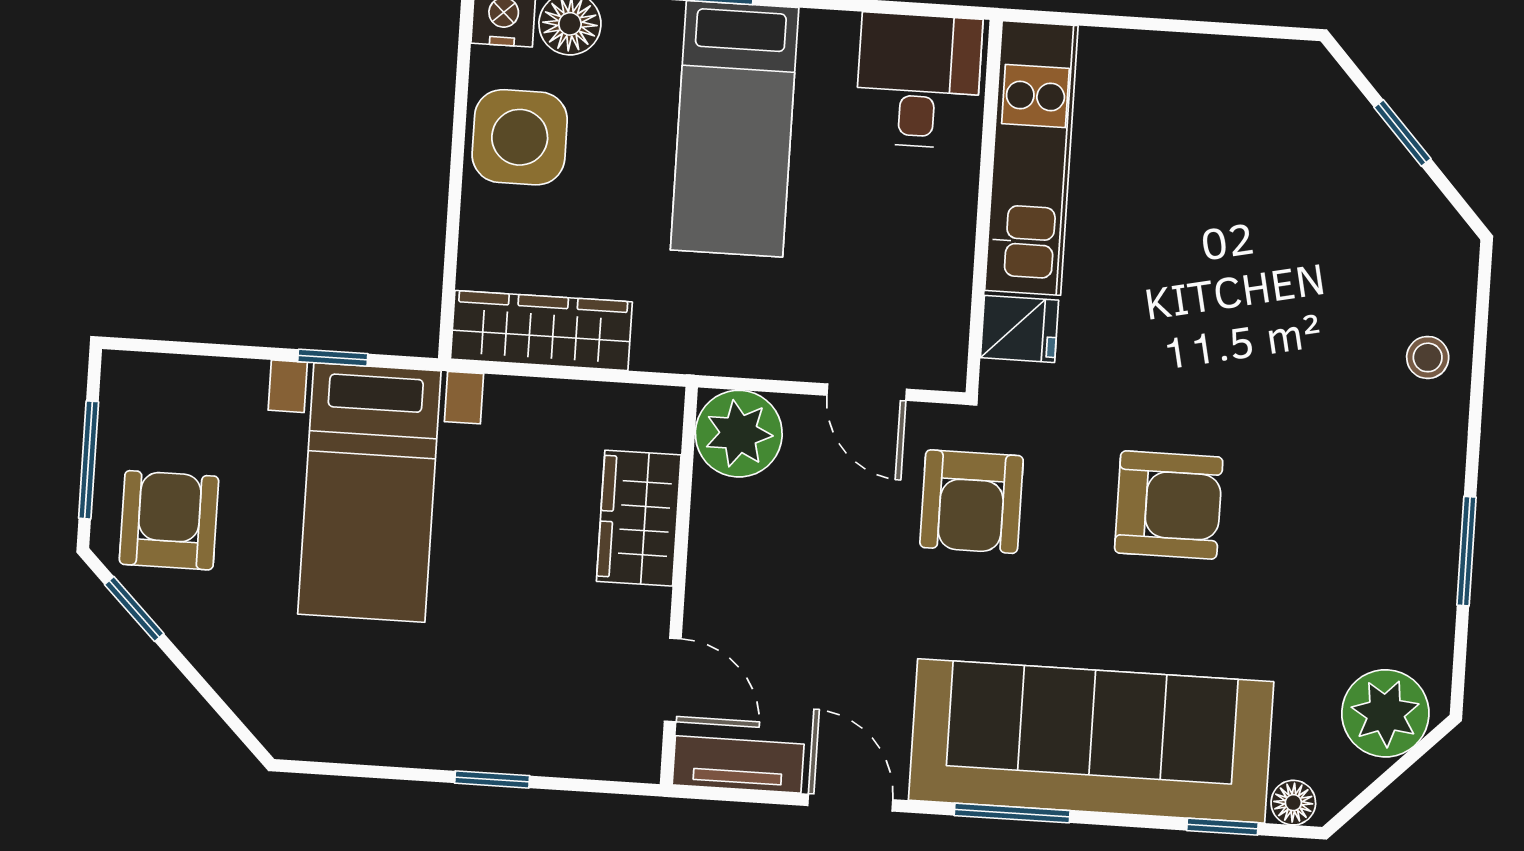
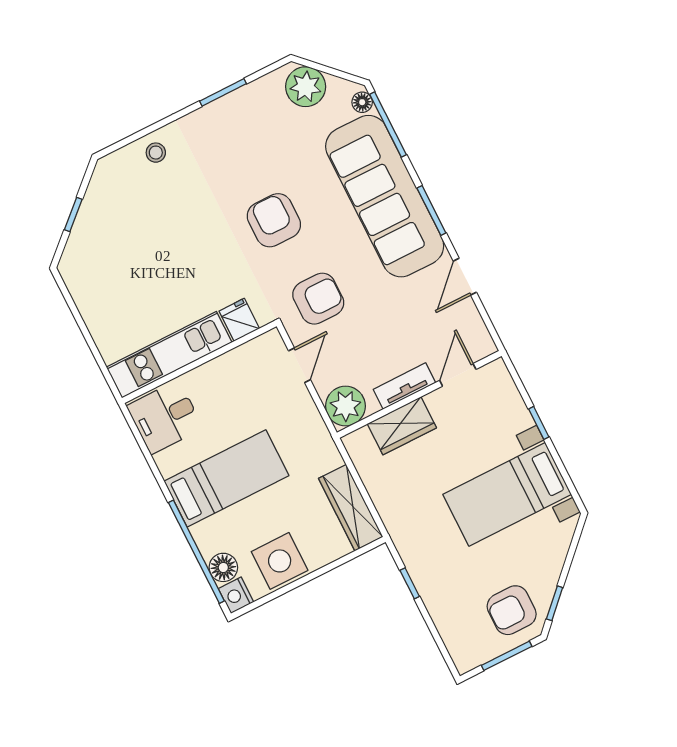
bed with nightstands: (369, 493) -> (507, 494), moved, turned 180
tv unit: (738, 764) -> (404, 386), moved, turned 90
window: (1222, 827) -> (388, 125), width x2.17

